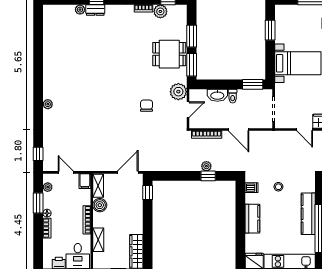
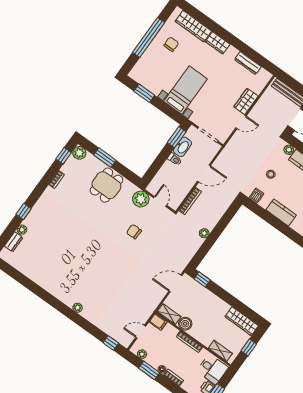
dresser: (95, 10) -> (14, 242), moved
plant: (160, 11) -> (79, 153), moved
window: (192, 65) -> (127, 174), removed
washbasin: (217, 95) -> (183, 147), moved
plant: (206, 166) -> (204, 233), moved
door: (128, 172) -> (175, 283), hinge flipped
window: (208, 176) -> (223, 223), removed
plant: (310, 187) -> (289, 150), added
shelving: (98, 240) -> (220, 351), moved

